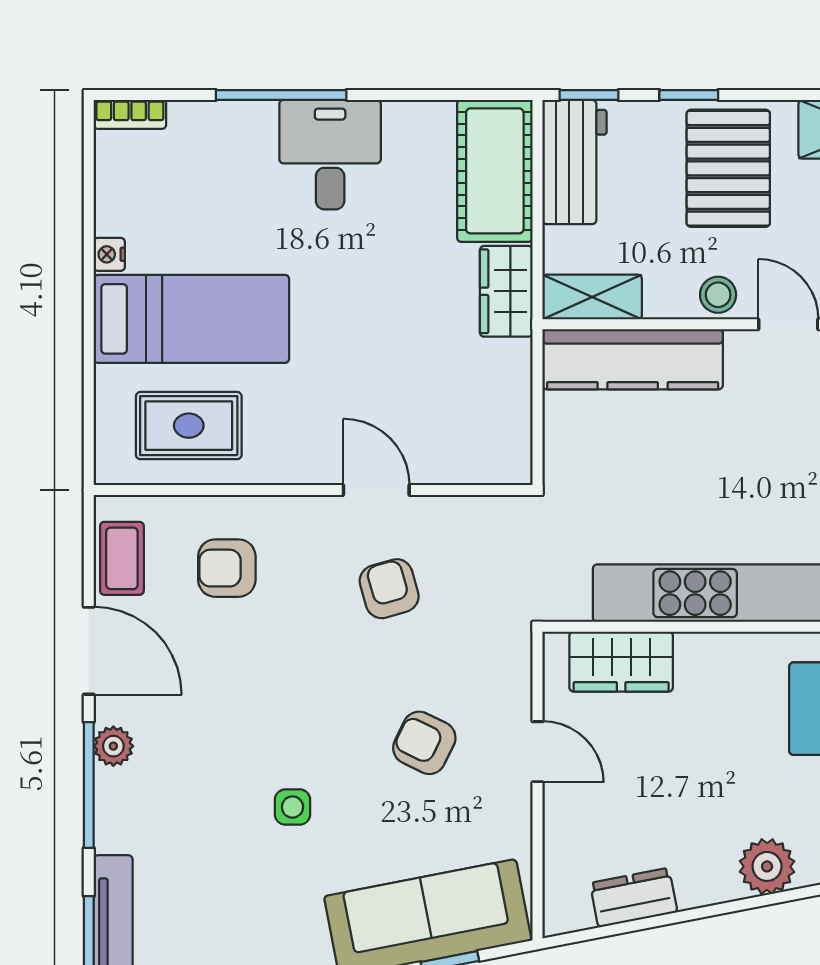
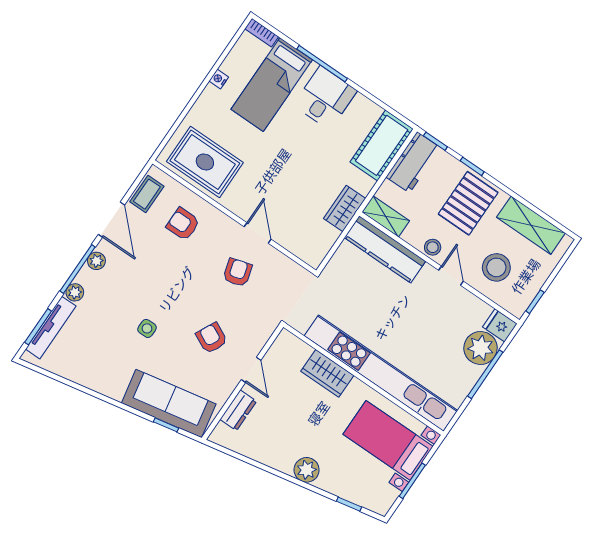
wardrobe: (506, 291) -> (345, 209), moved
bed: (191, 319) -> (272, 85), moved, turned 90
rug: (189, 426) -> (205, 162), width x1.36, depth x1.43
wardrobe: (621, 662) -> (327, 373), moved
plant: (113, 832) -> (75, 292), added
dresser: (634, 898) -> (238, 410), moved, turned 101

